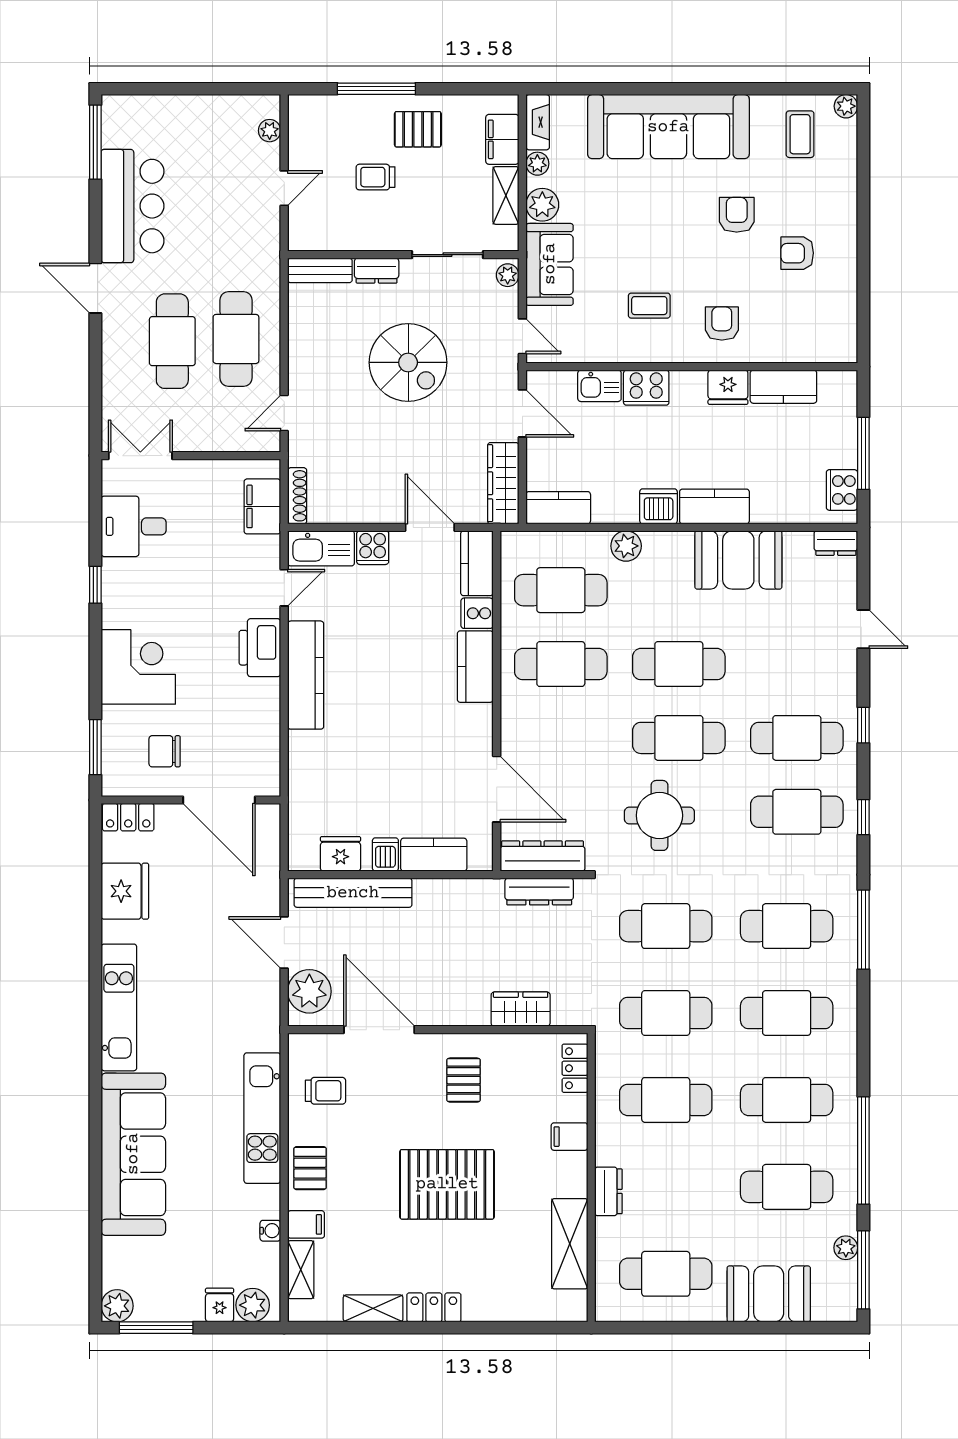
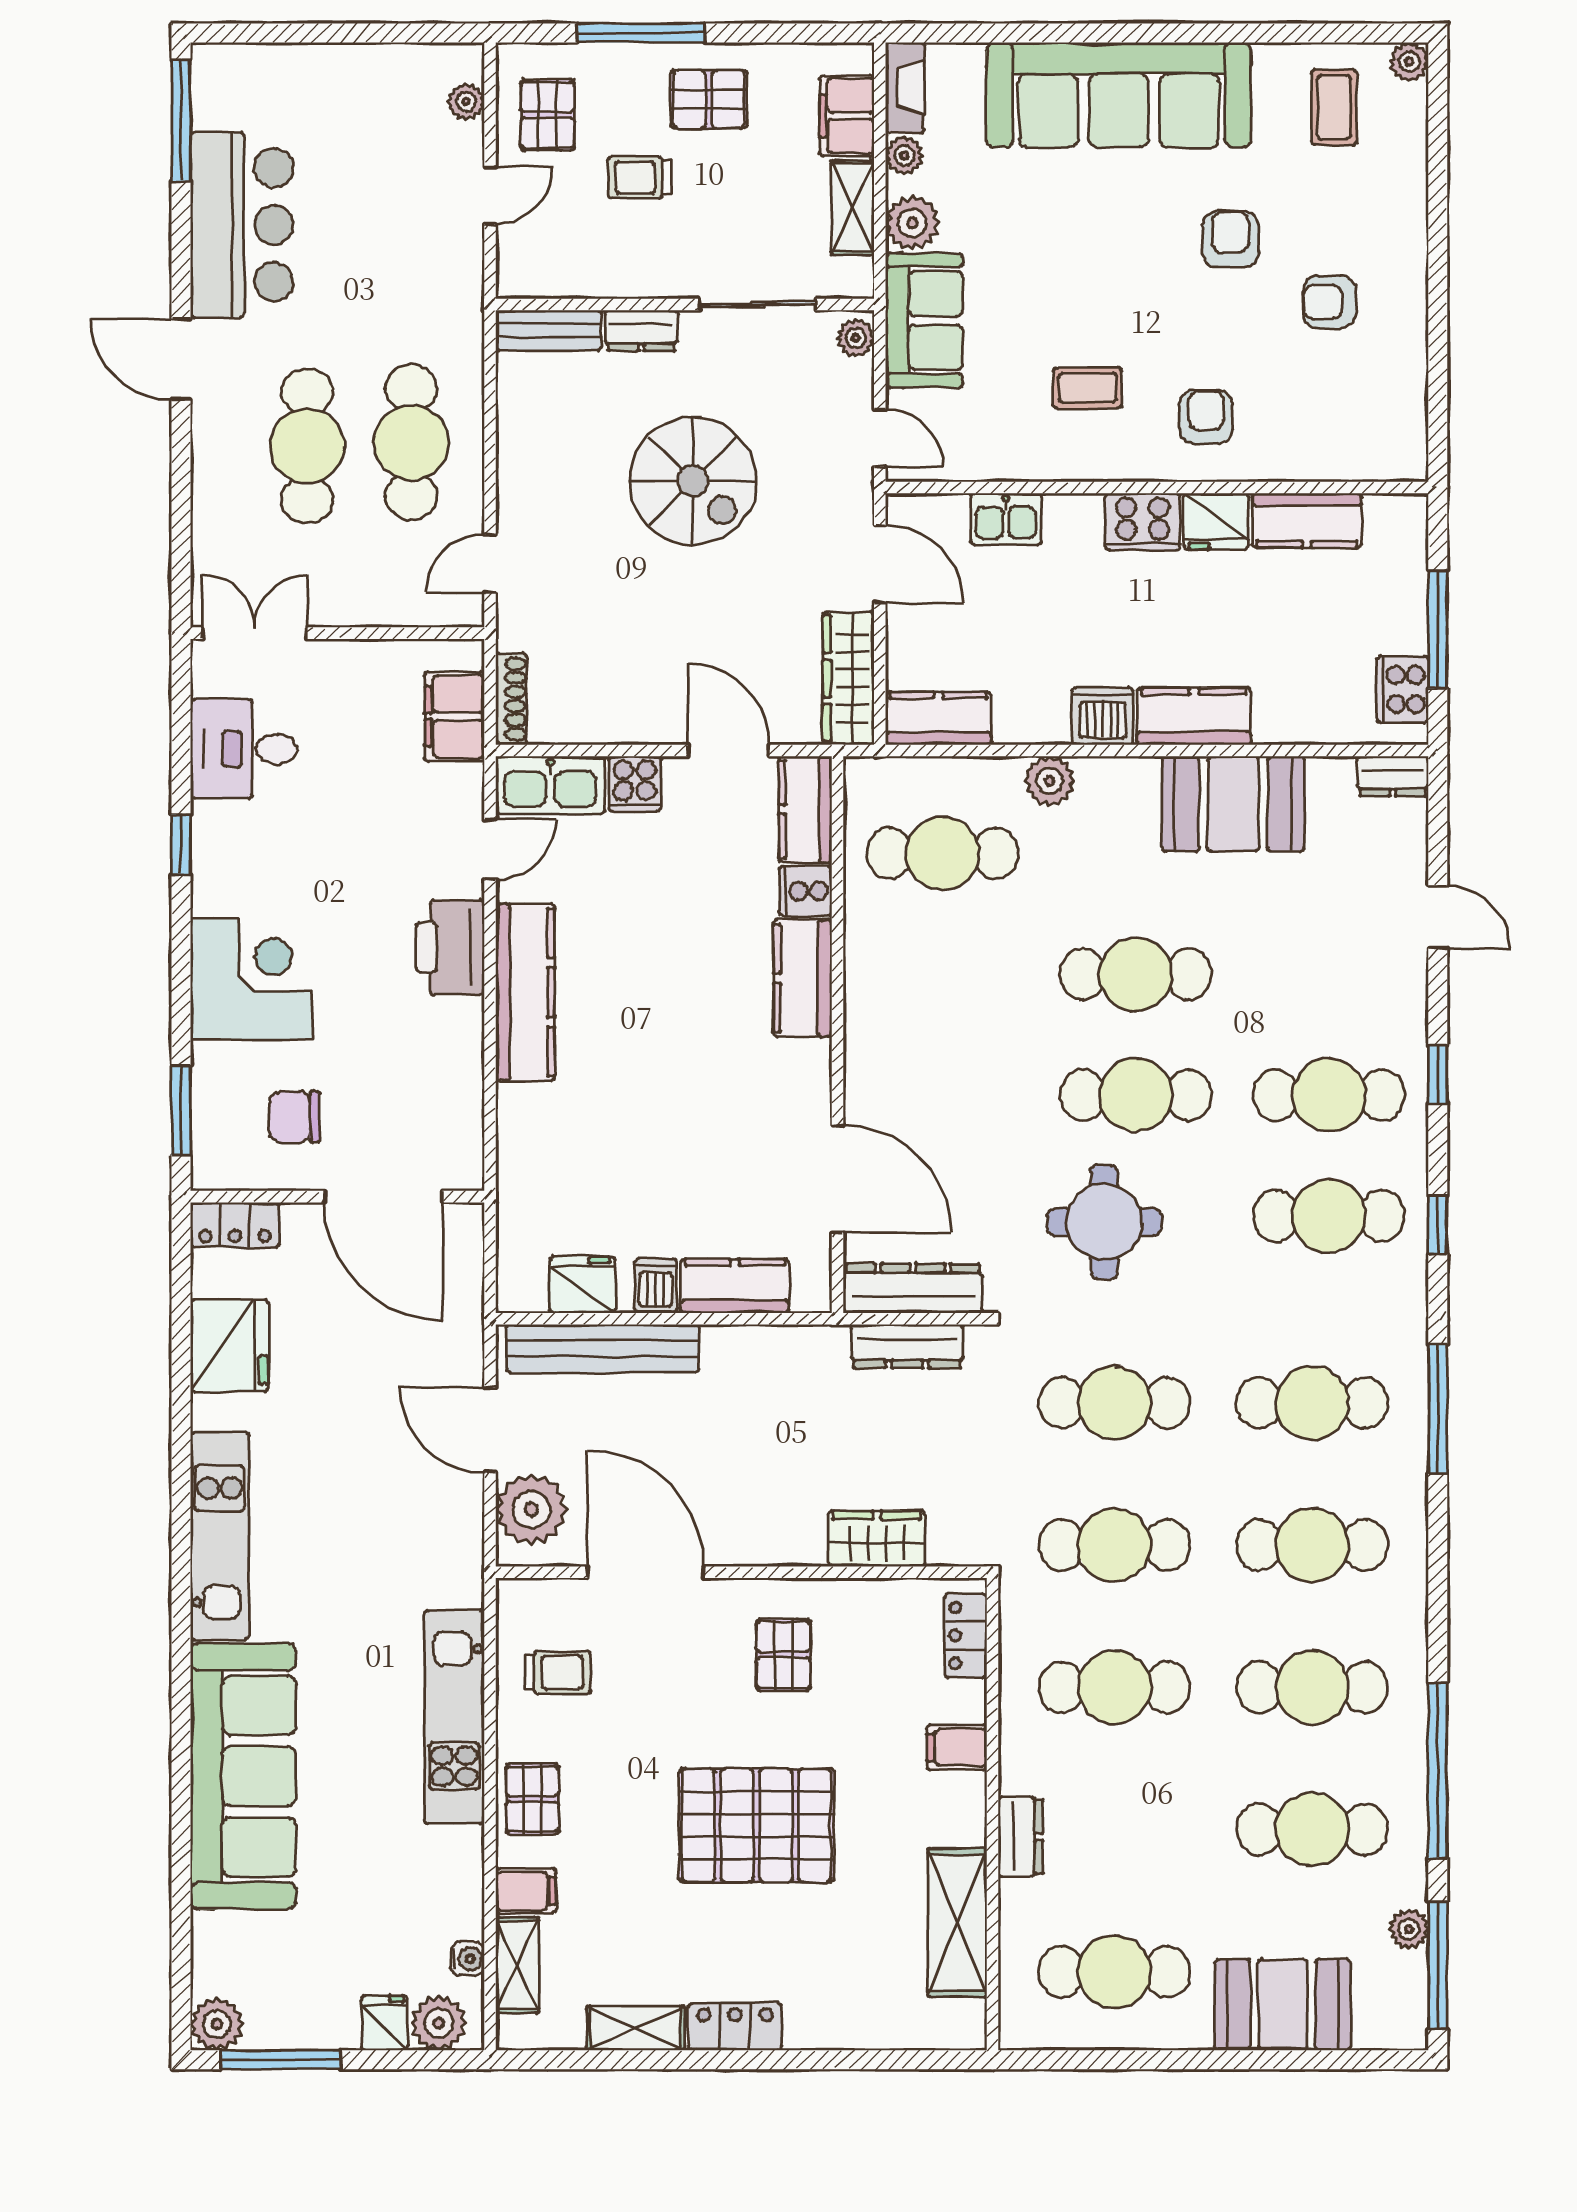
pallet: (319, 139) -> (548, 115), added
cooker: (646, 388) -> (1143, 522), moved
cafe table: (561, 664) -> (943, 974), removed
water cooler: (270, 1231) -> (467, 1959), moved

